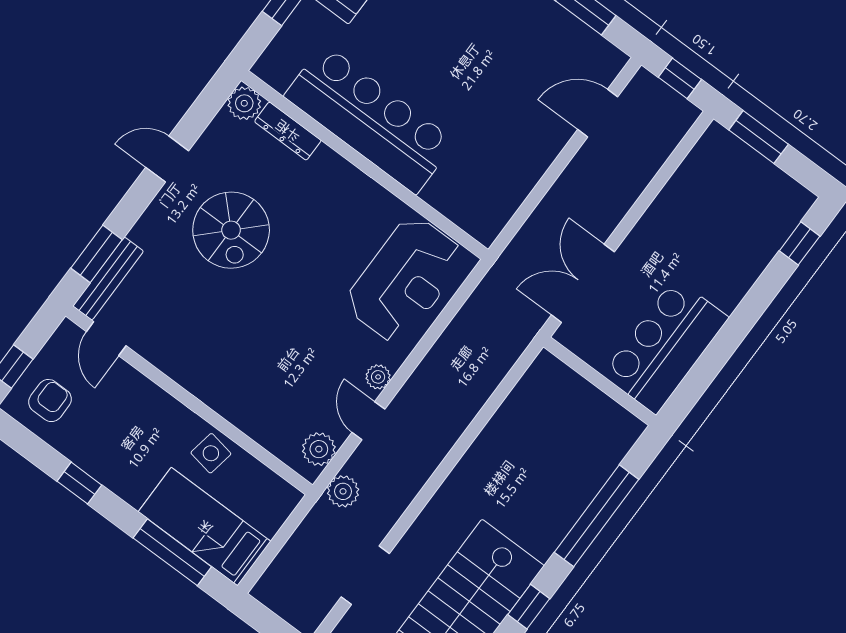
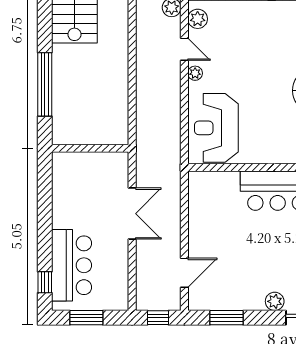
window: (759, 137) -> (86, 318), moved
double door: (583, 283) -> (132, 214), moved
bar counter: (665, 346) -> (72, 265), moved
window: (529, 607) -> (45, 18), removed

